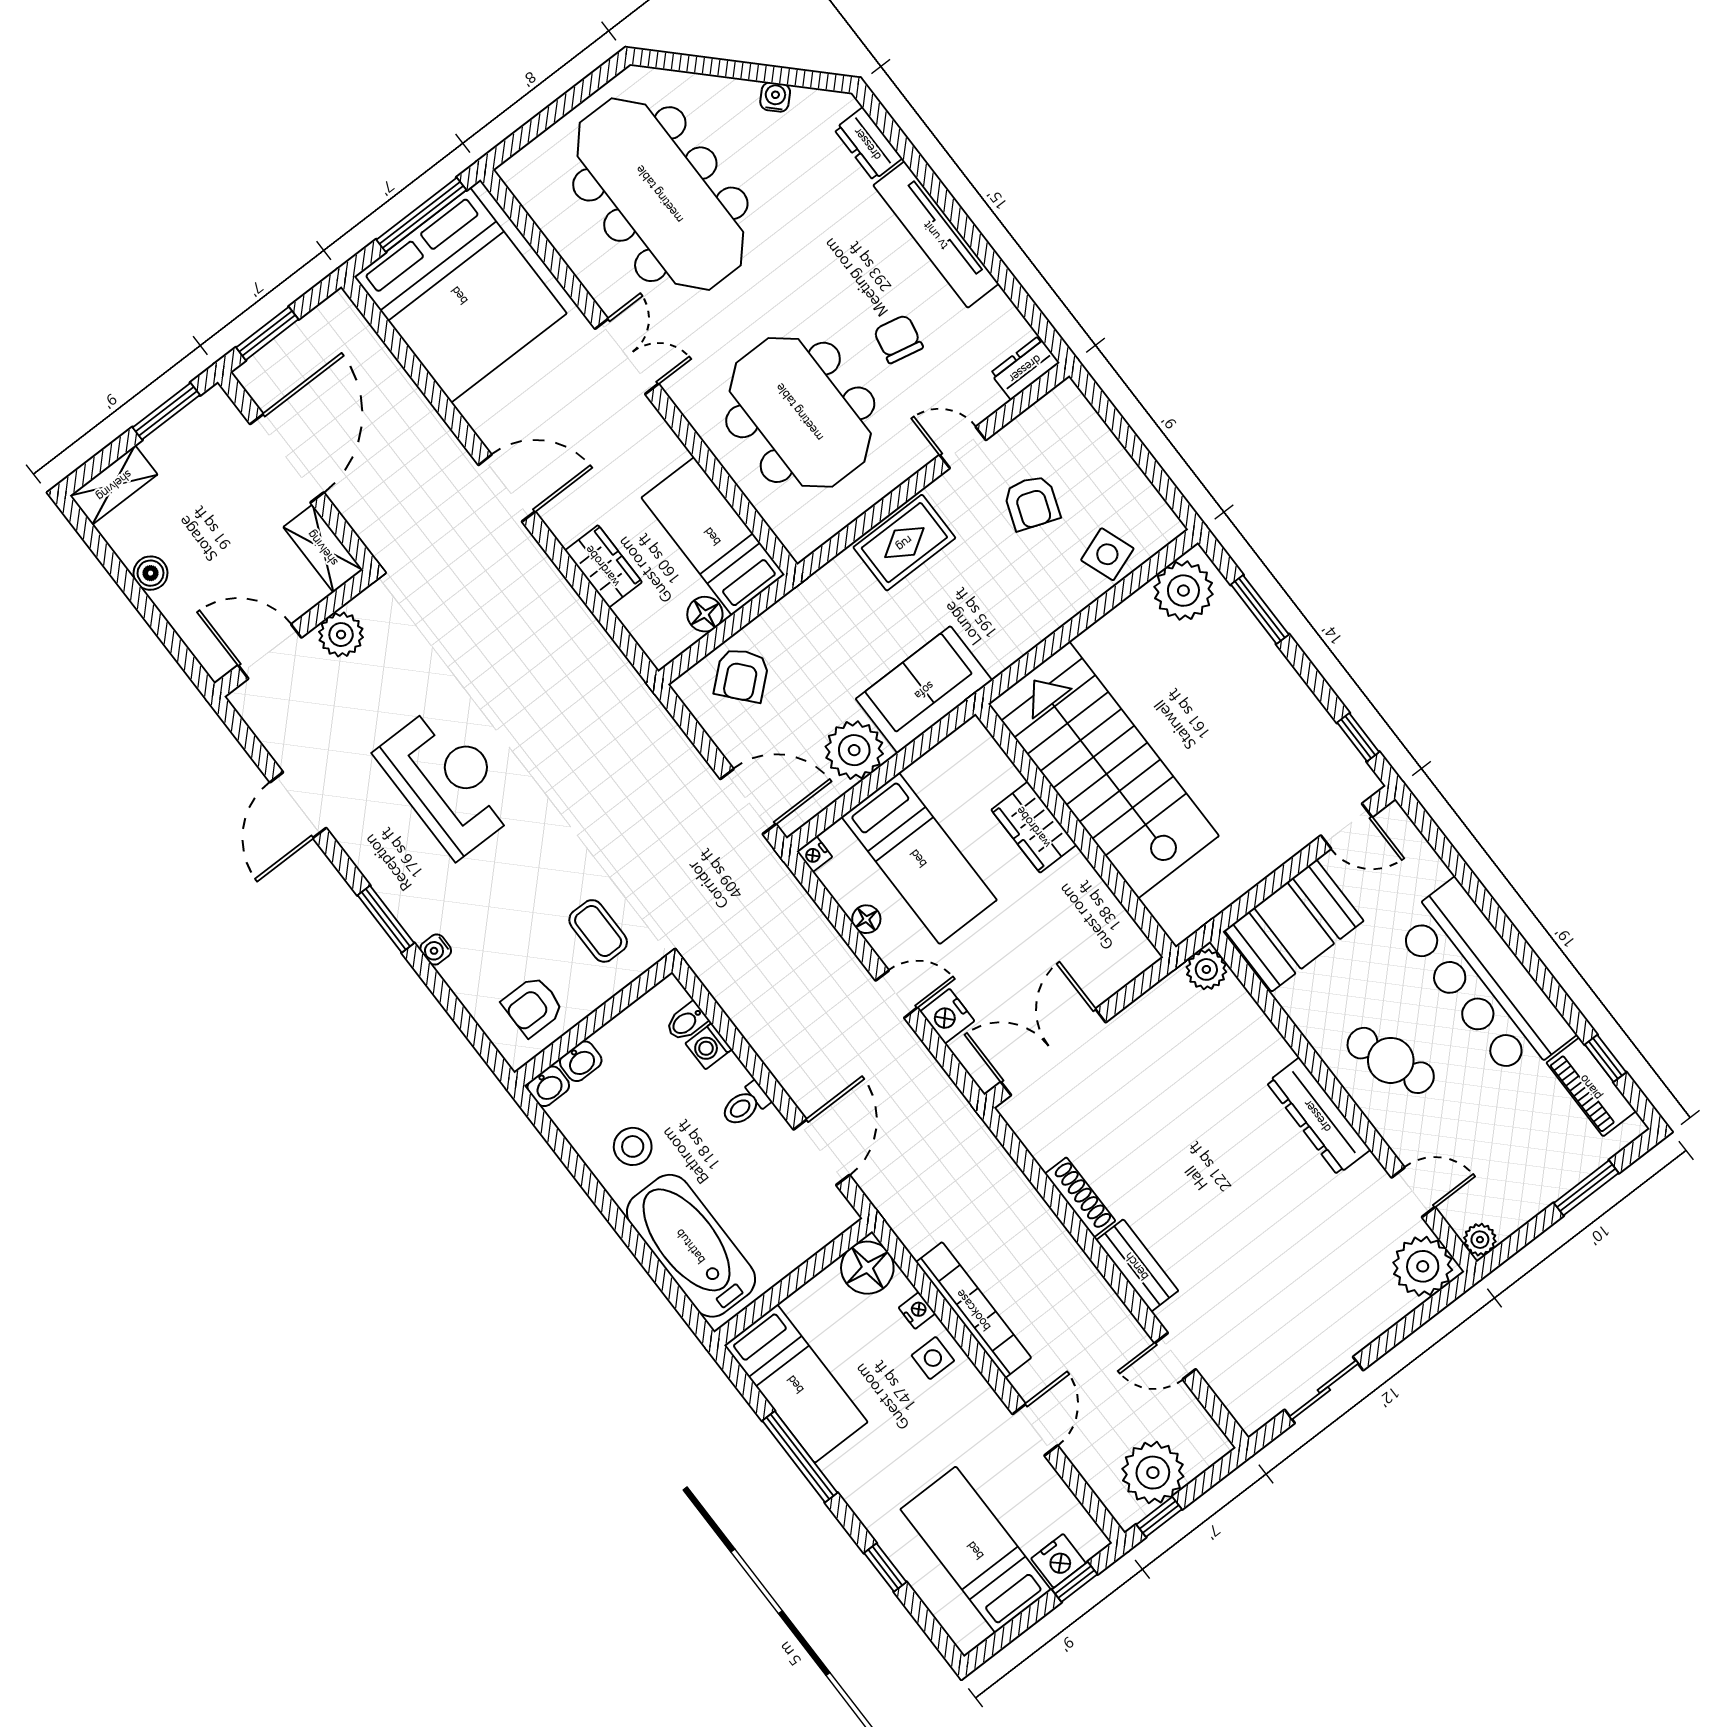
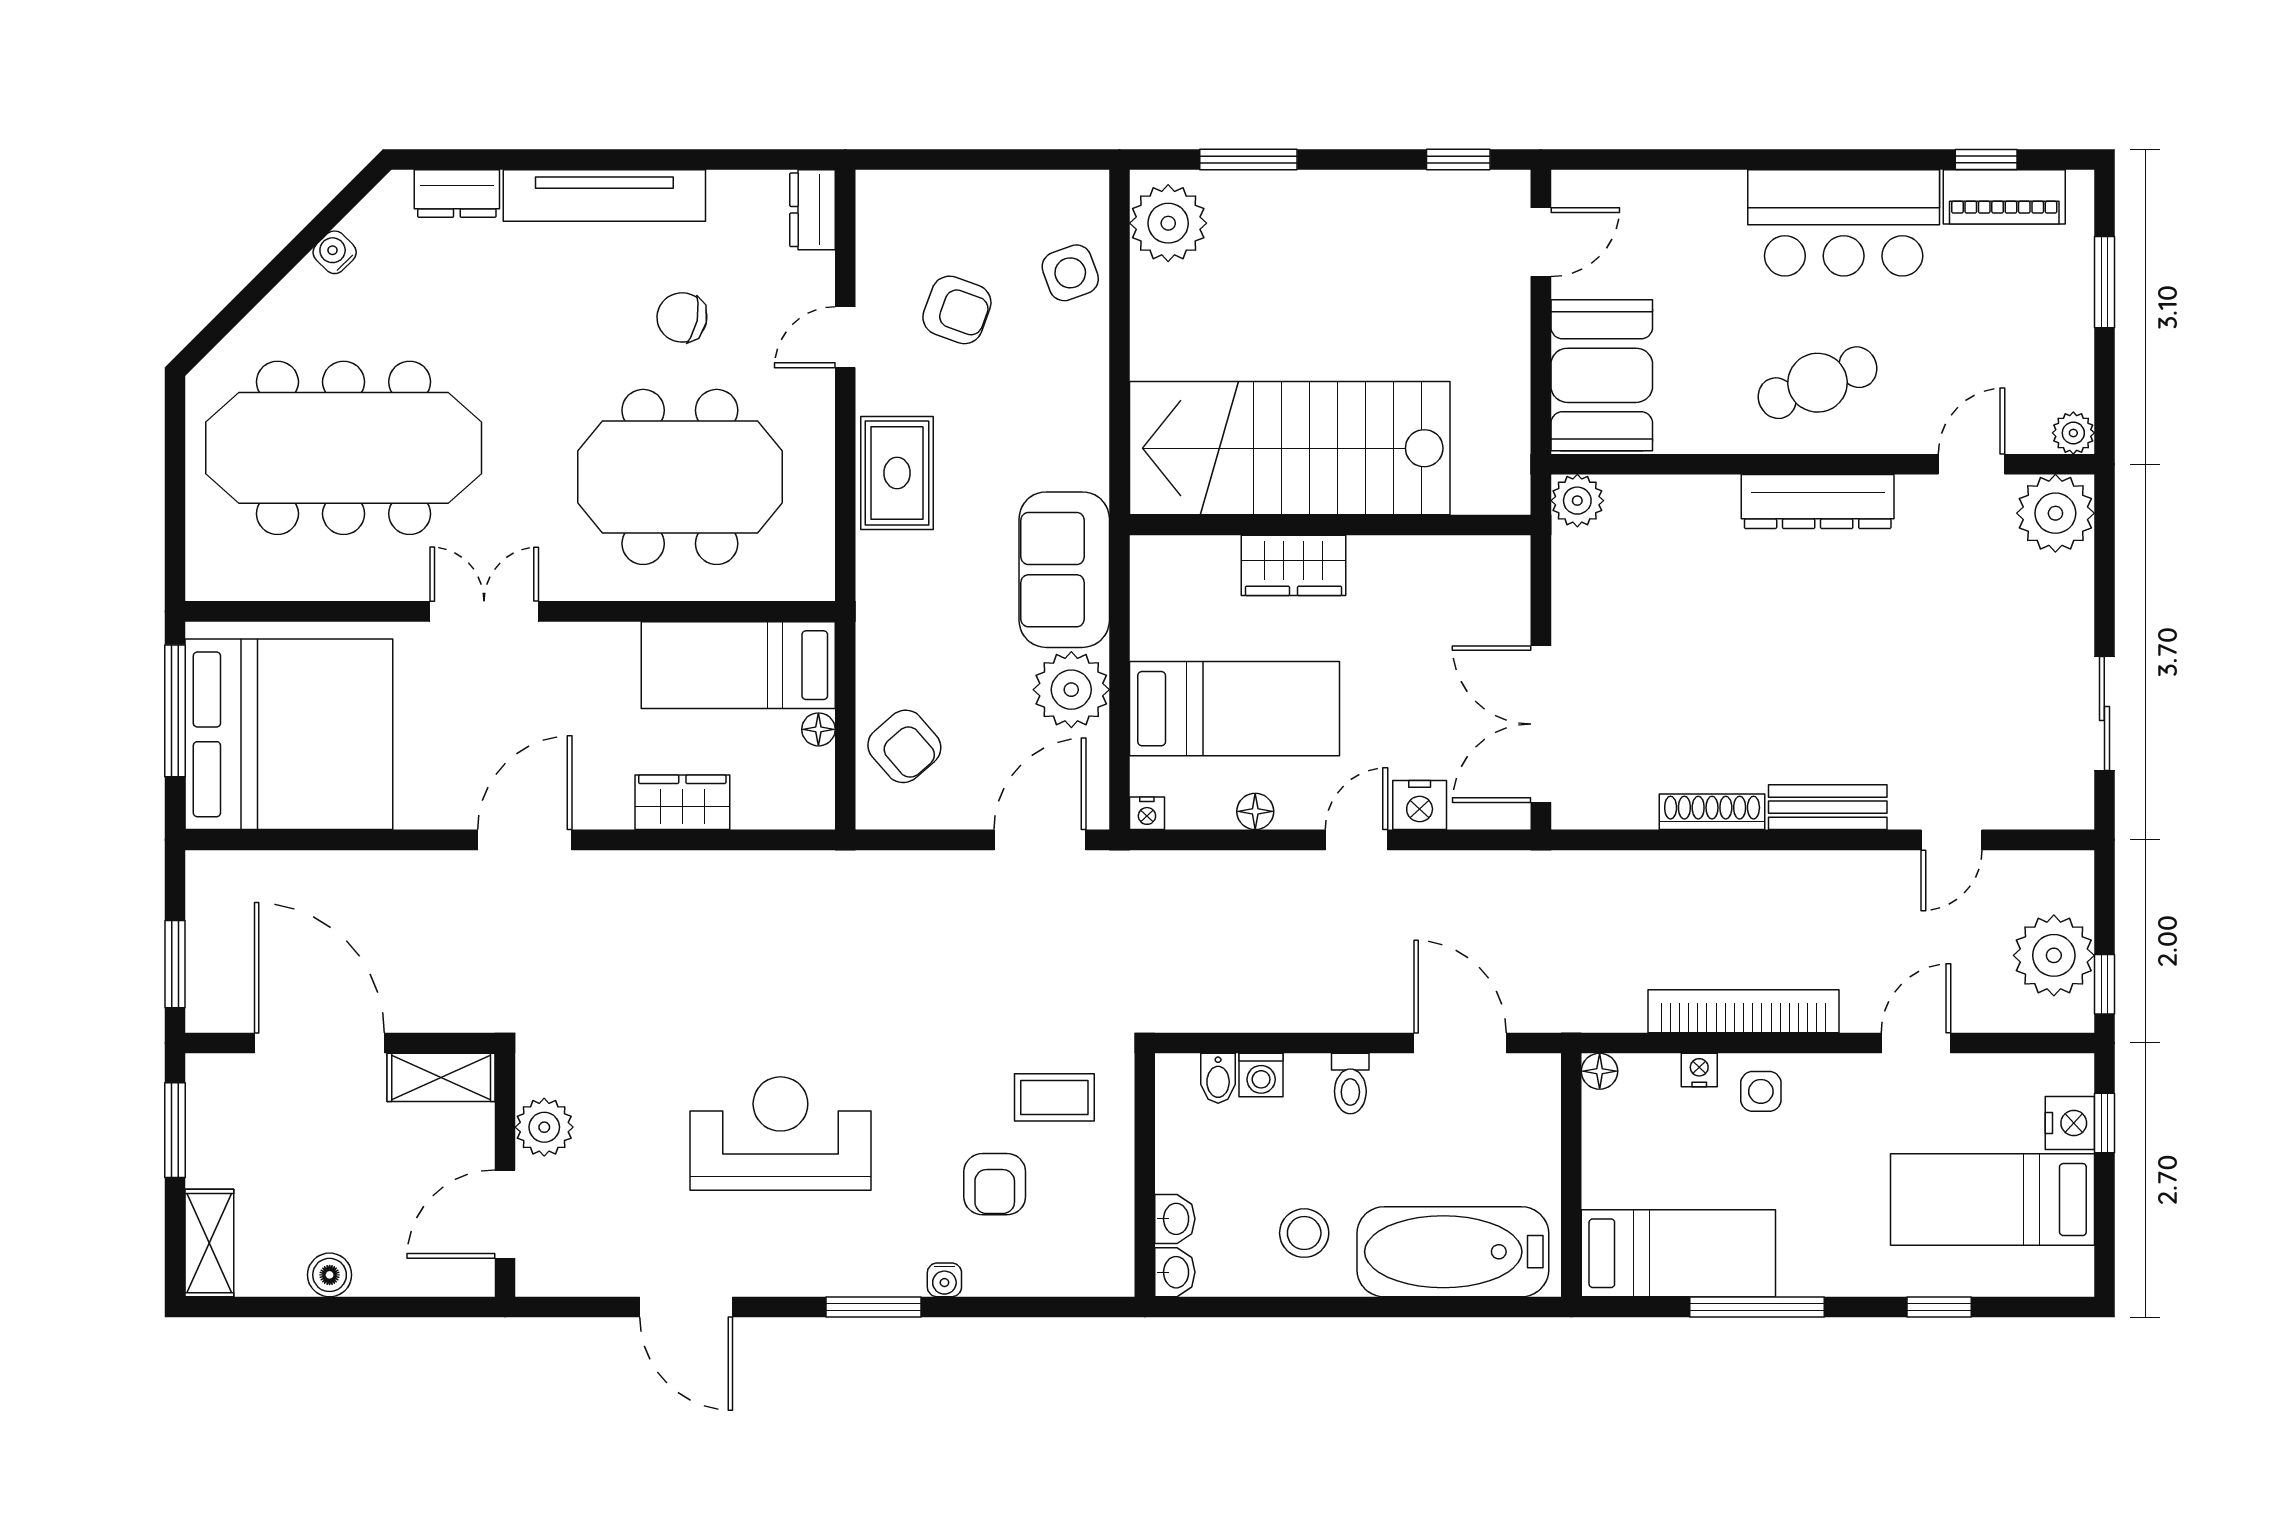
floor lamp: (705, 614) -> (818, 729), width x0.73, depth x0.73
bar counter: (1484, 980) -> (1844, 223), width x0.73
armchair: (533, 1006) -> (995, 1184), moved
floor lamp: (867, 1268) -> (1600, 1071), width x0.53, depth x0.53
door: (1035, 1430) -> (1916, 1043), hinge flipped

